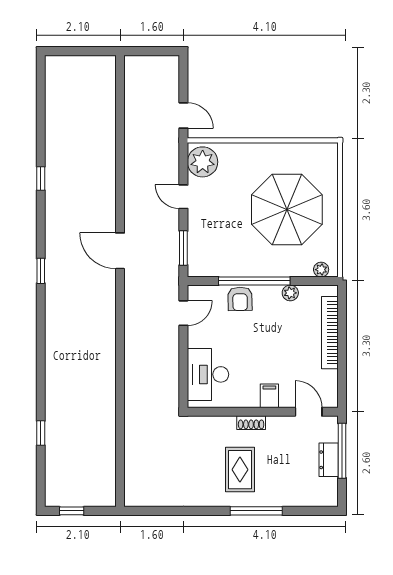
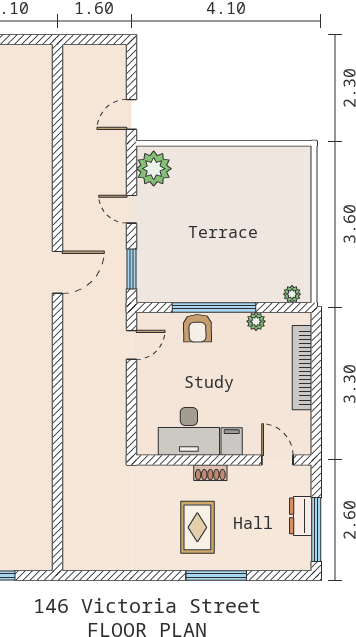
door: (183, 115) -> (131, 114), swing flipped
parasol: (287, 210) -> (252, 224), removed
door: (120, 251) -> (57, 272), swing flipped
desk: (208, 374) -> (189, 431), moved, turned -90
window: (342, 451) -> (316, 529), moved

